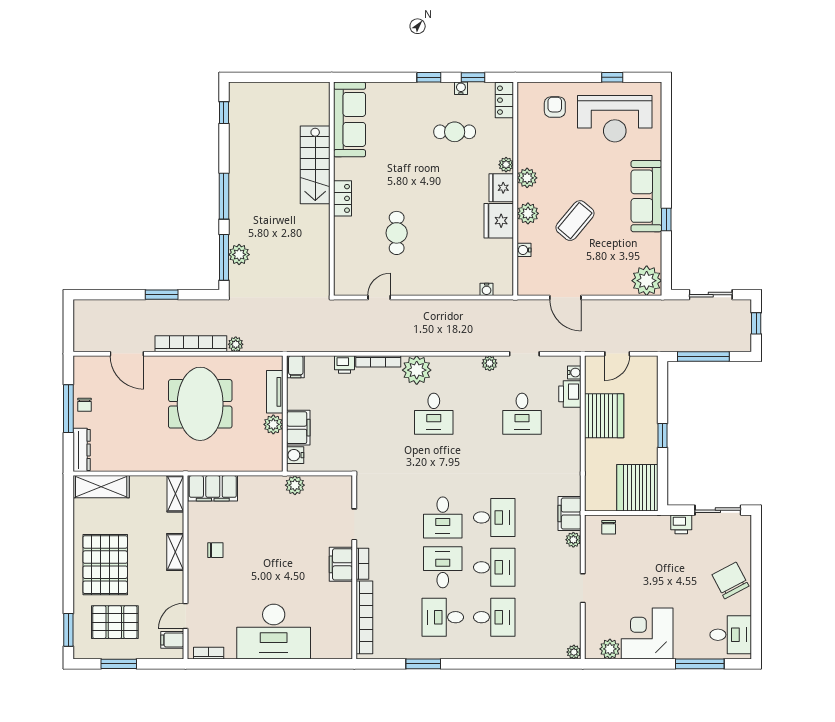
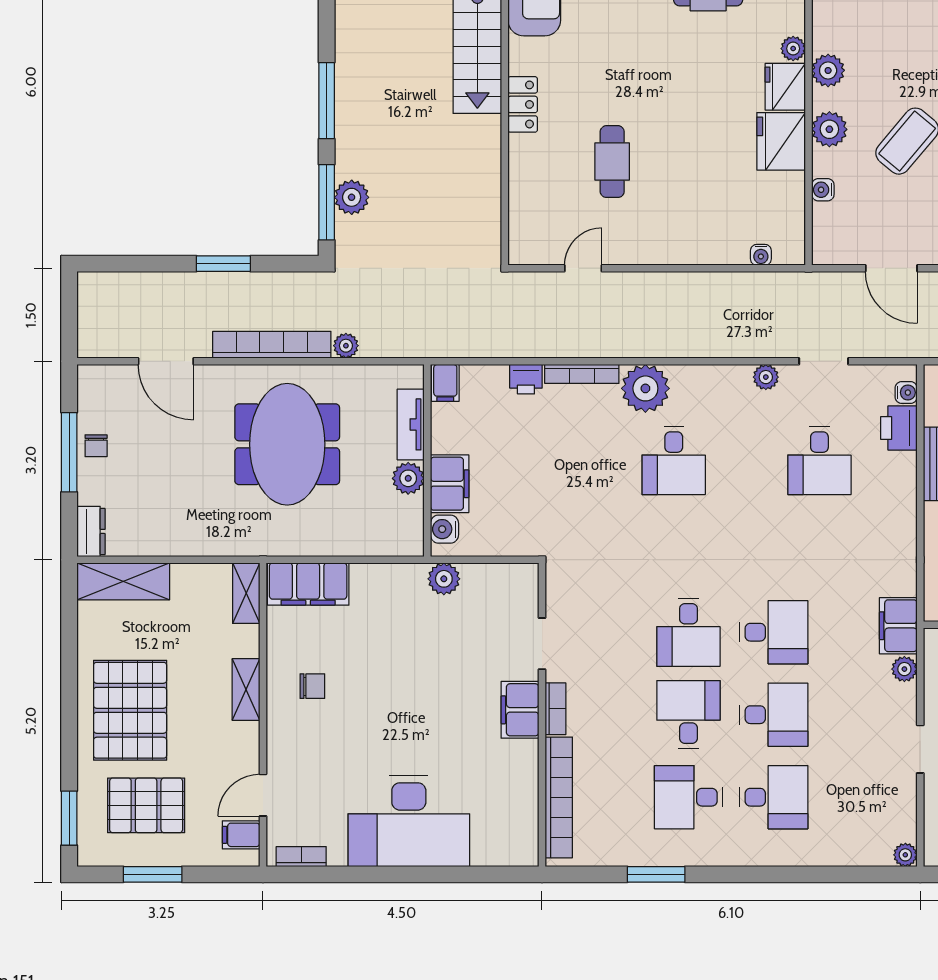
dresser: (82, 450) -> (91, 531), width x0.70

